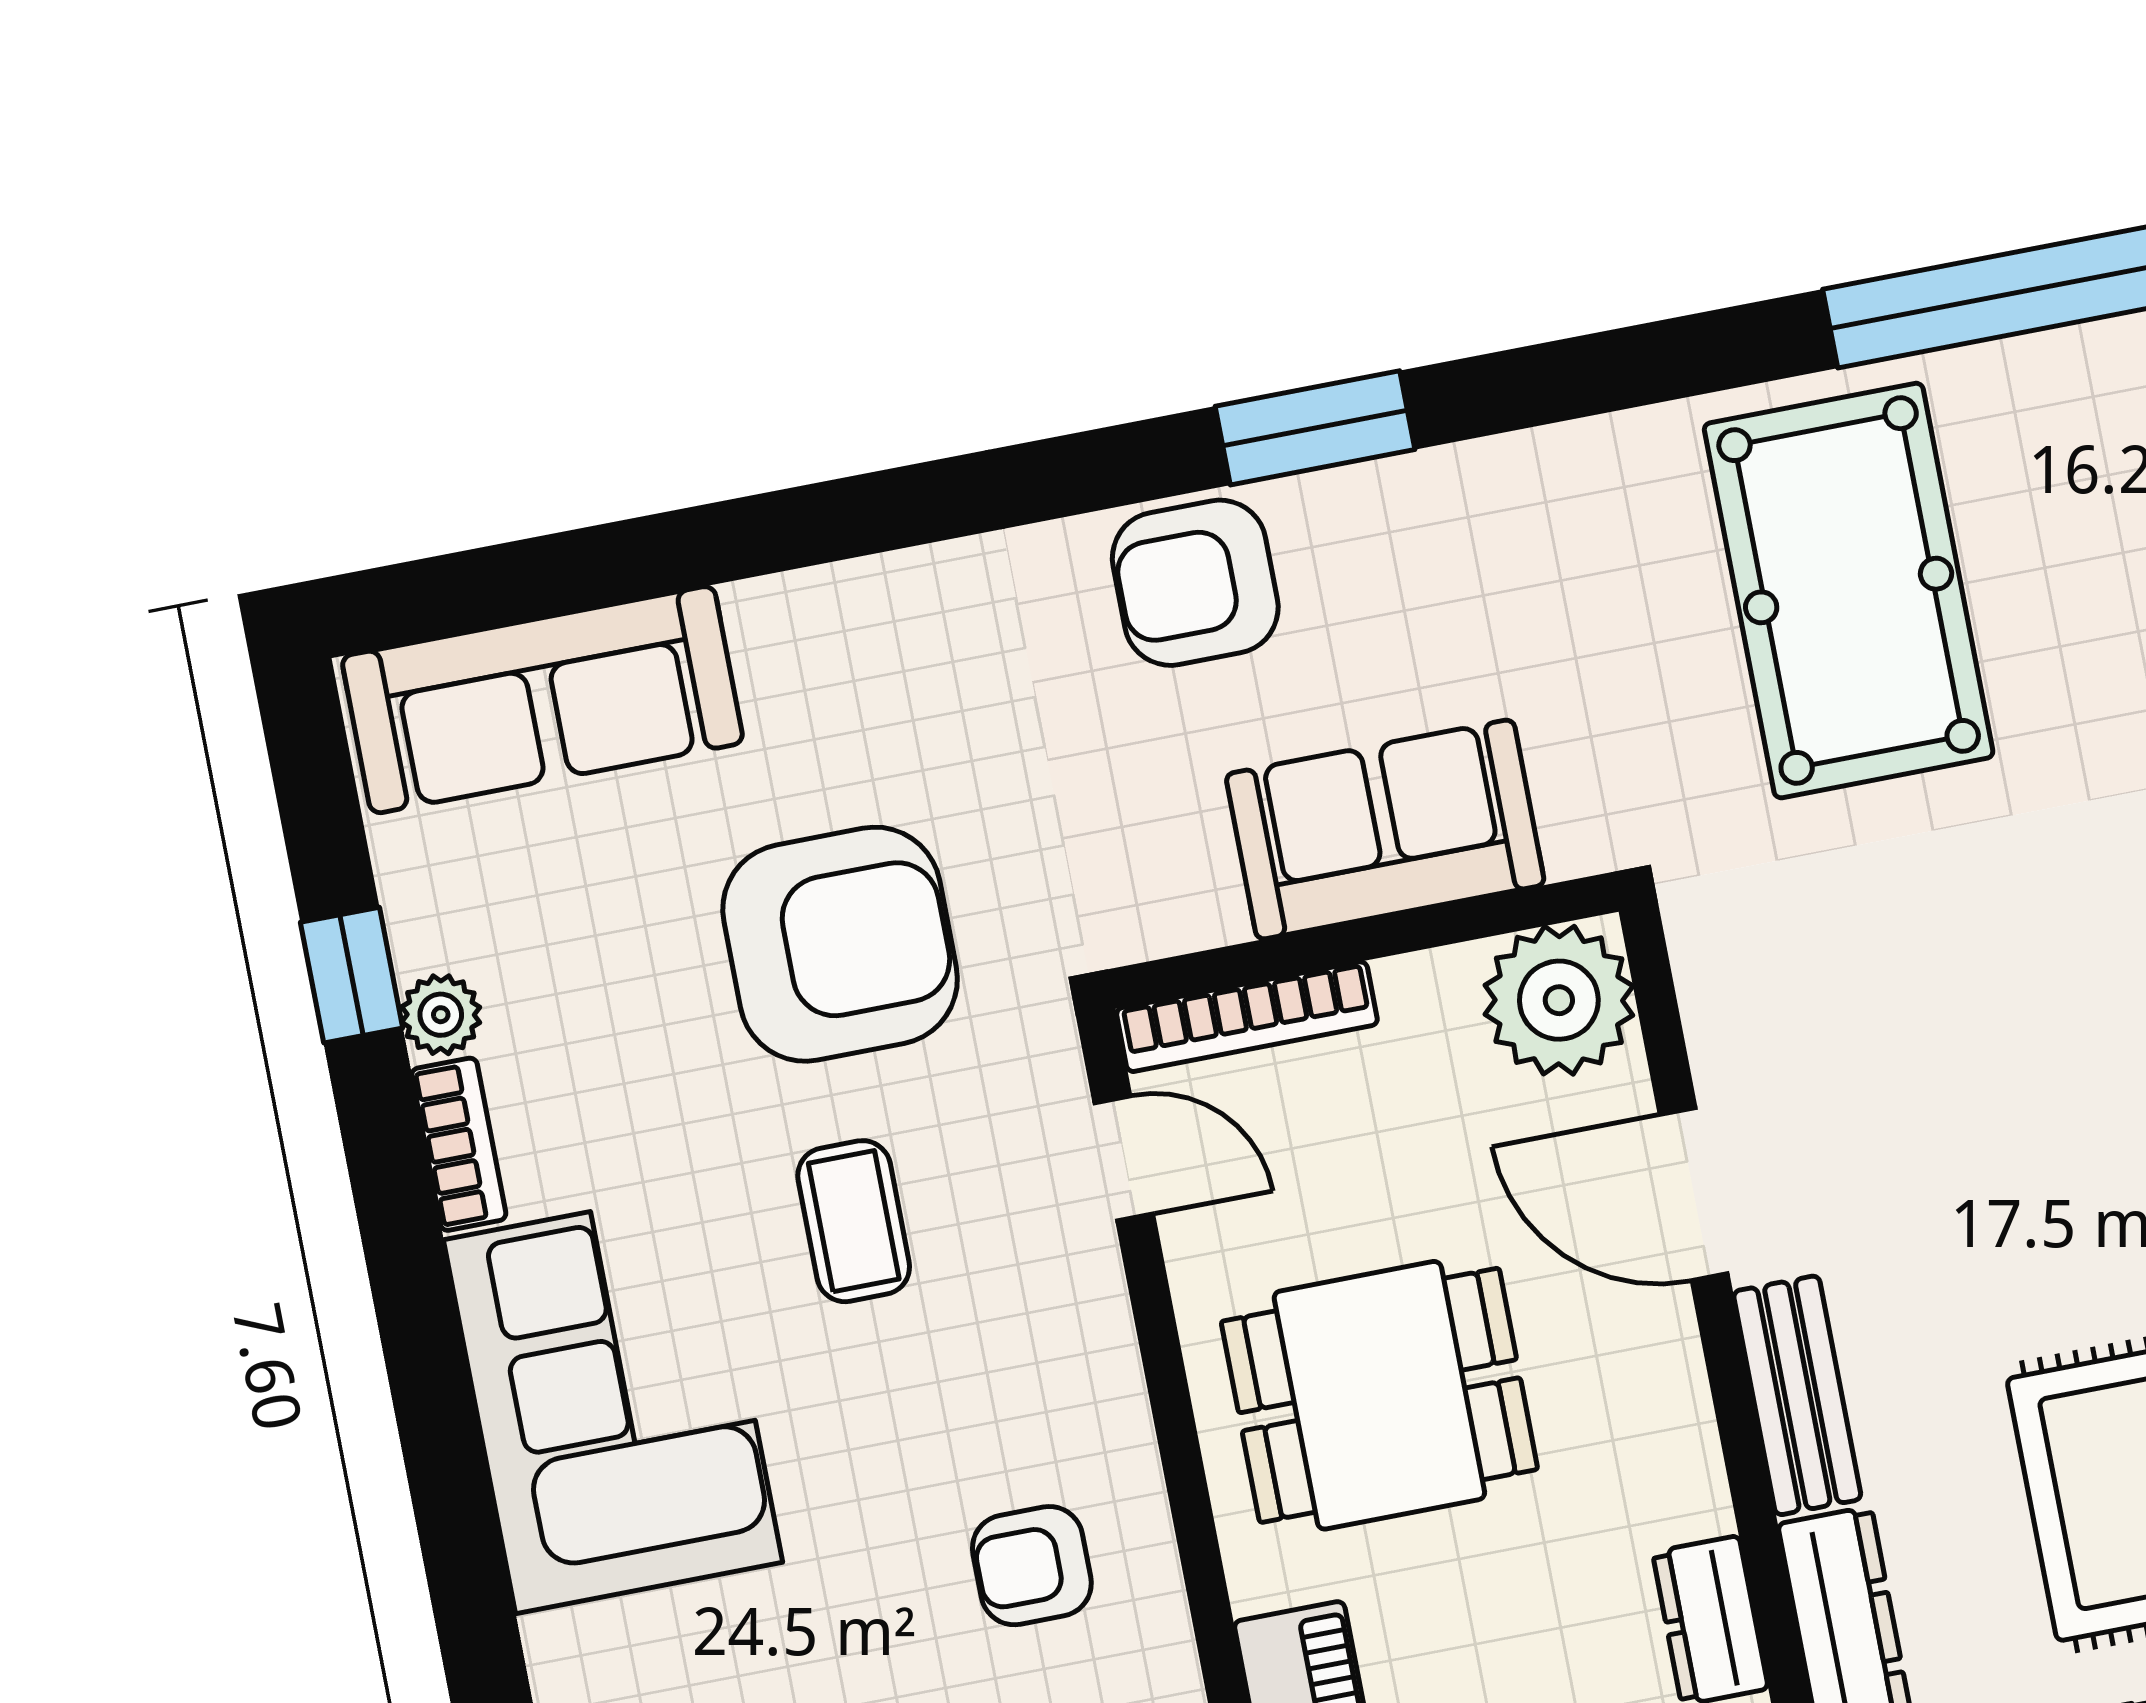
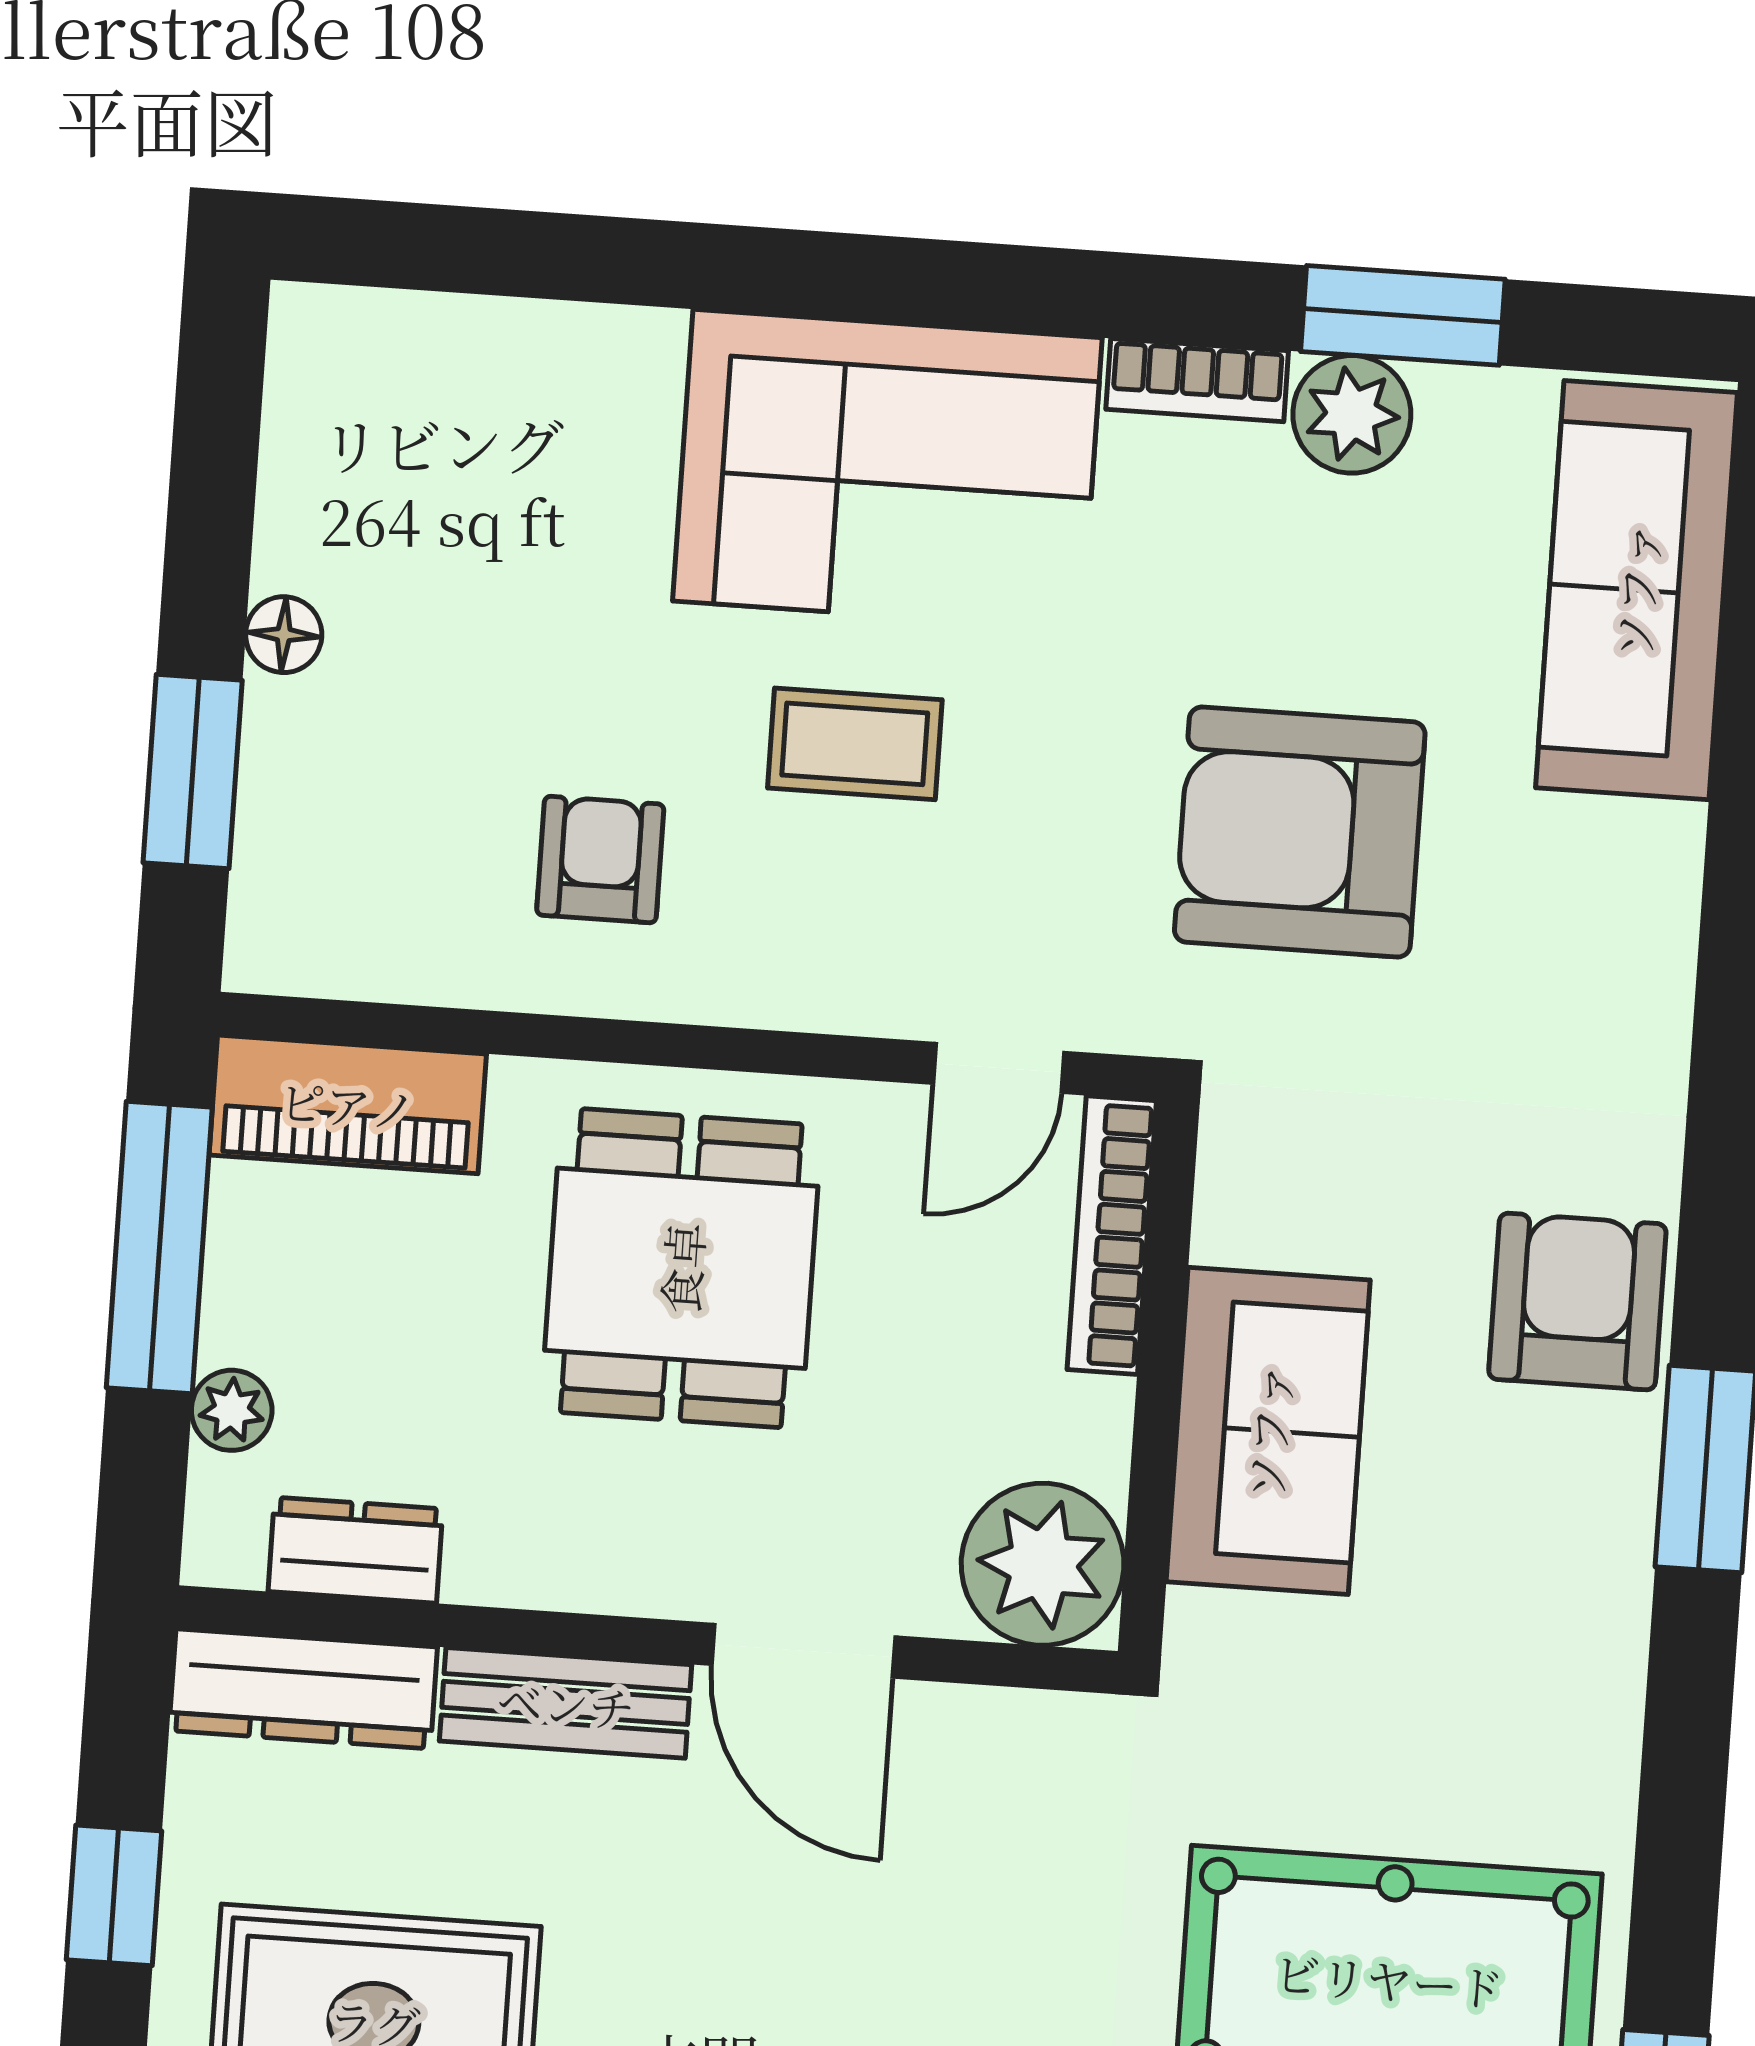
armchair: (840, 944) -> (1300, 832), turned 90
window: (352, 975) -> (1403, 315), width x1.50
plant: (441, 1015) -> (1352, 414), width x1.38, depth x1.38
door: (1694, 1194) -> (803, 1651), swing flipped
coffee table: (854, 1221) -> (855, 744), moved

